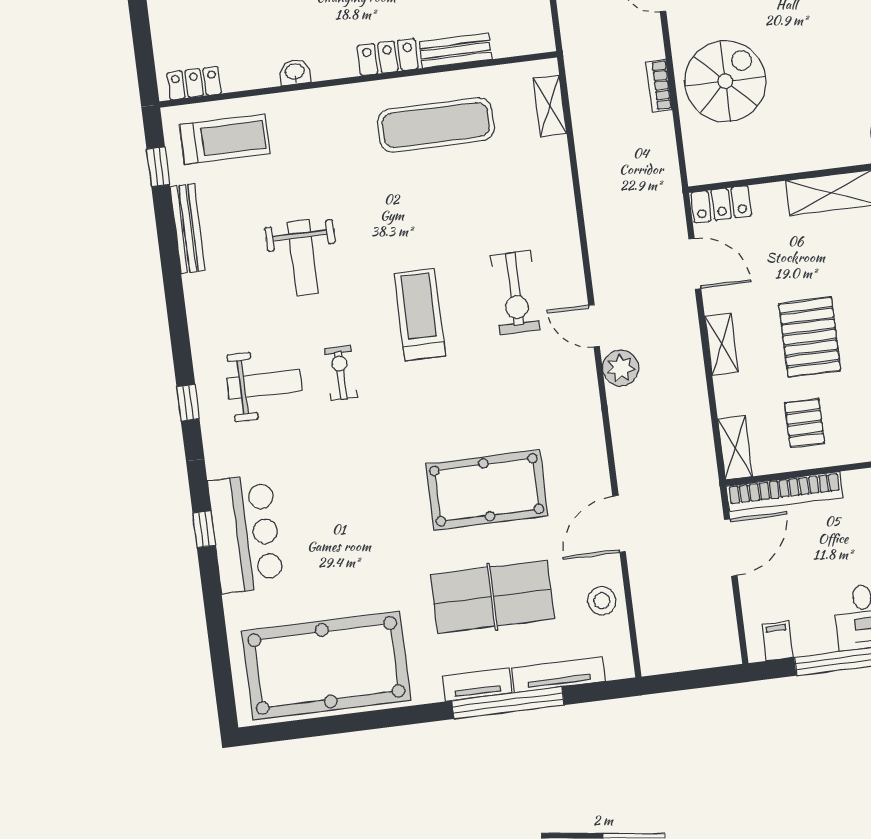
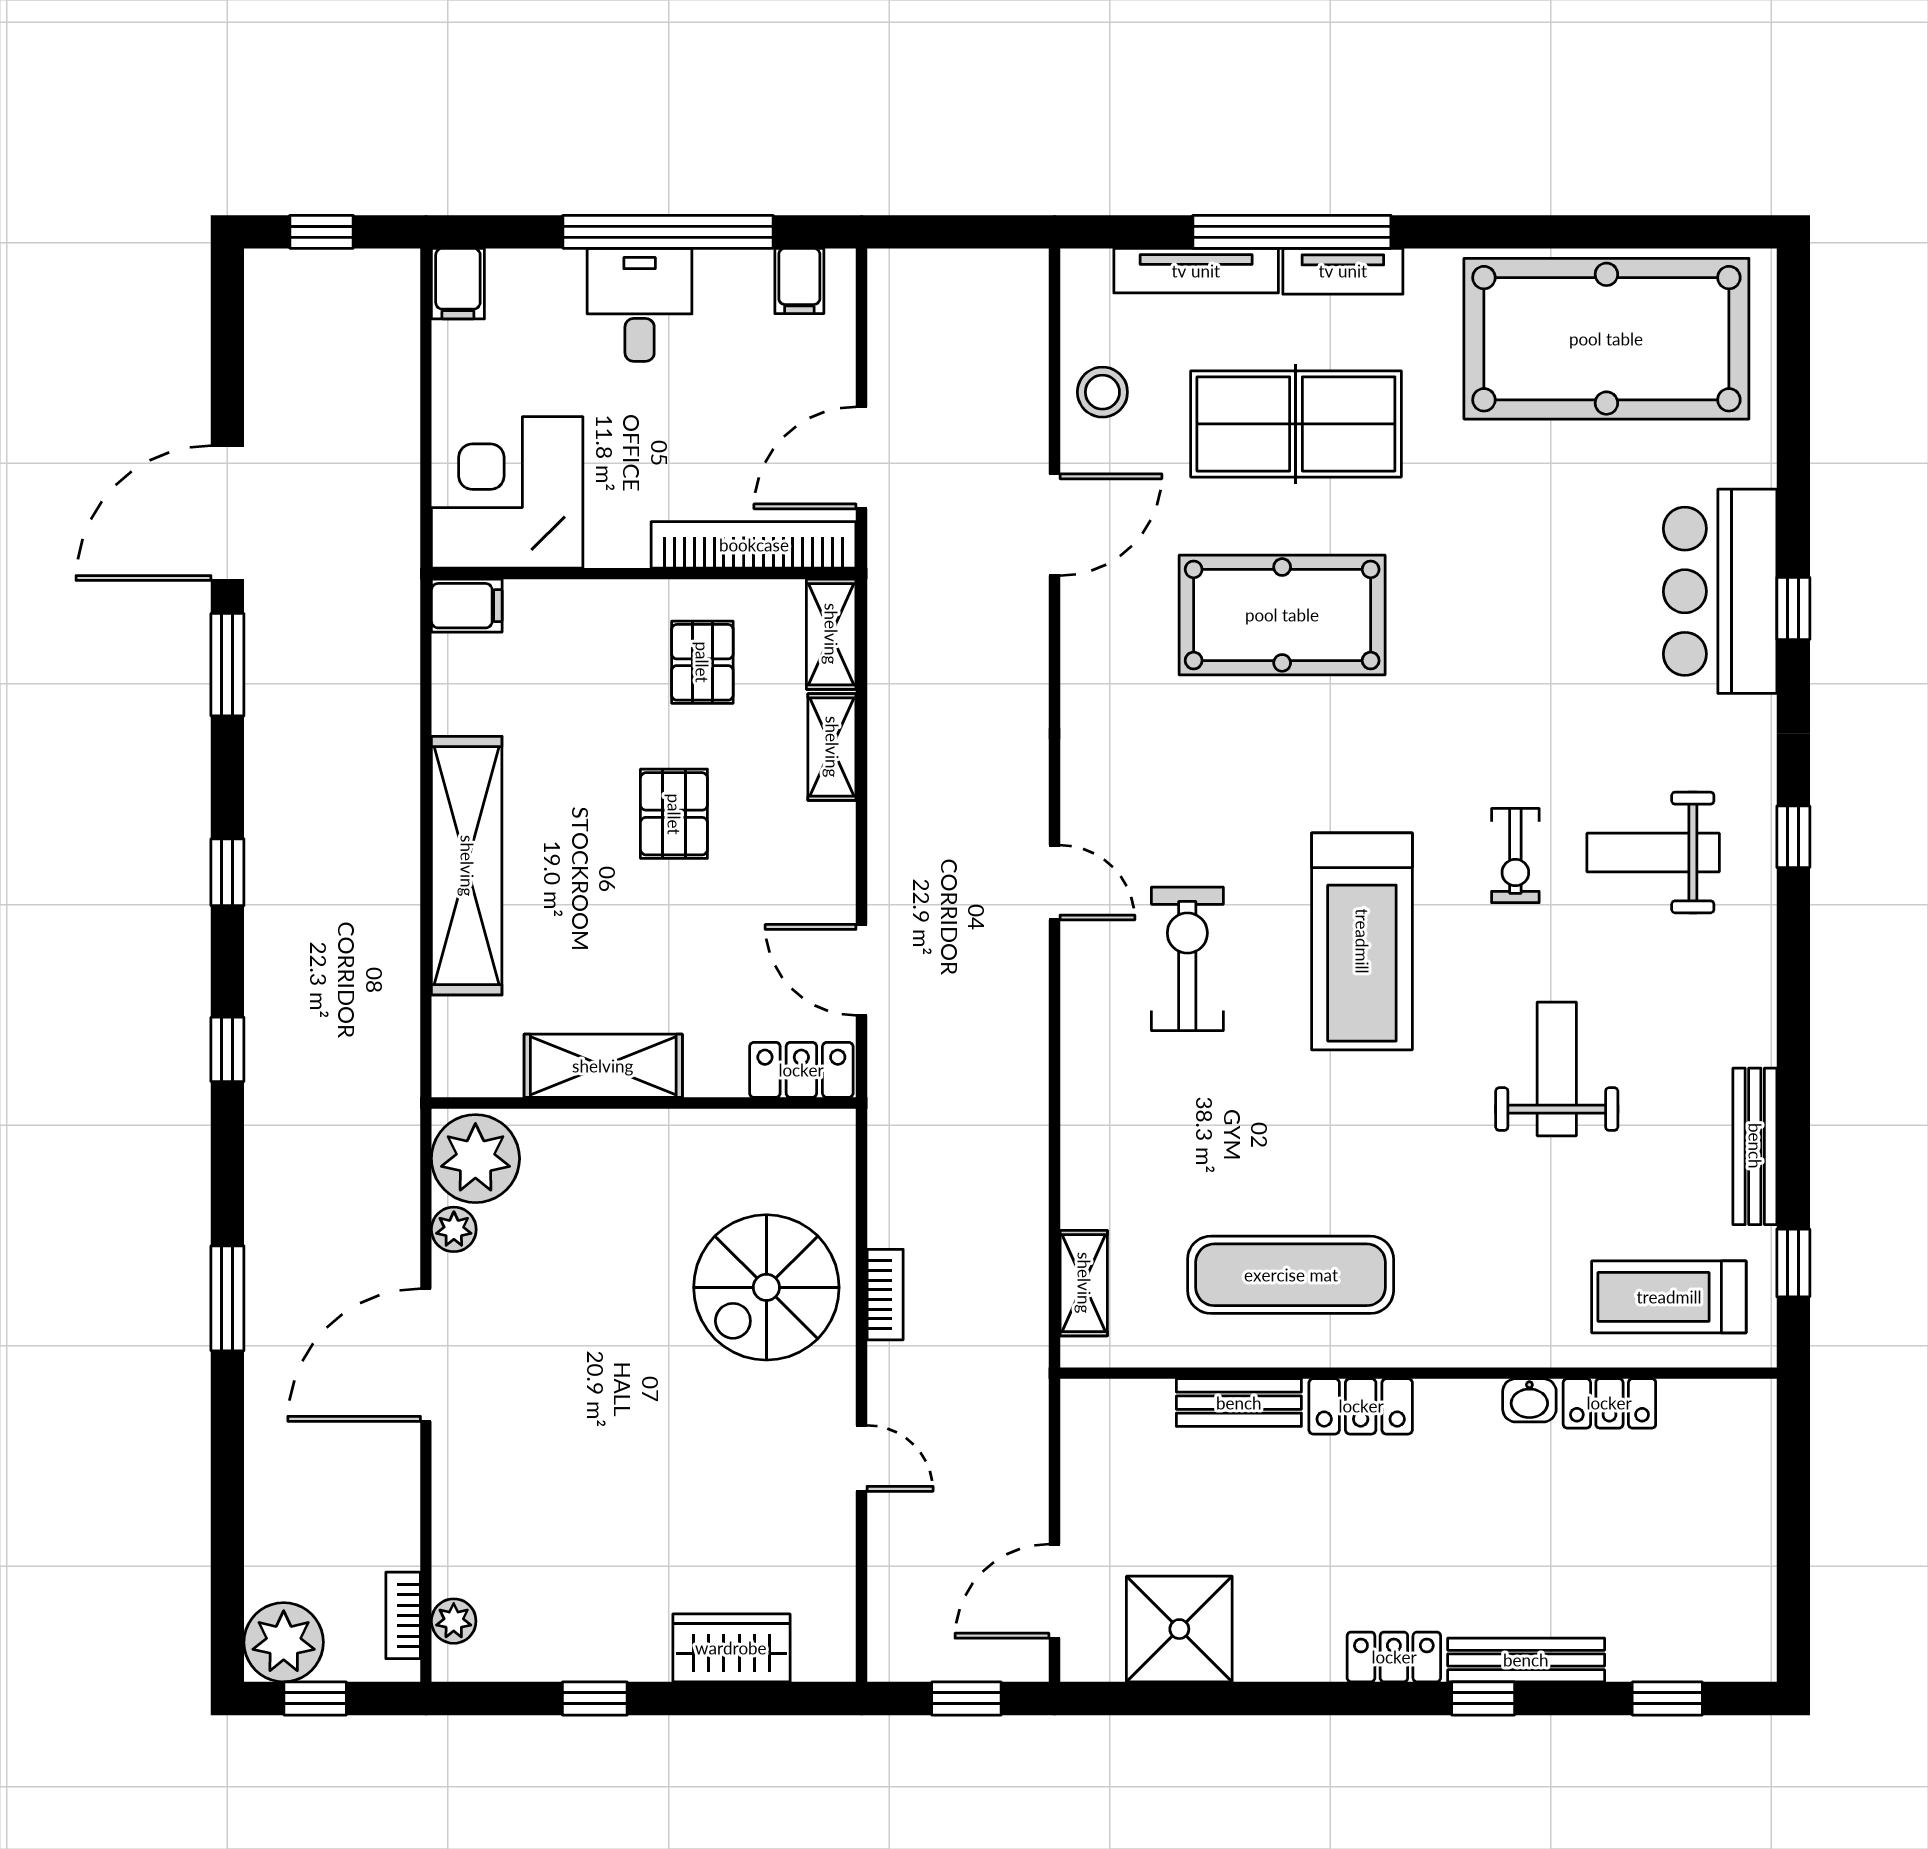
locker: (194, 83) -> (1609, 1403), moved
treadmill: (420, 315) -> (1362, 941), width x1.37, depth x1.38
pallet: (810, 337) -> (674, 814), width x0.67, depth x0.71
shelving: (722, 344) -> (832, 747), moved
plant: (621, 368) -> (1017, 801), removed

